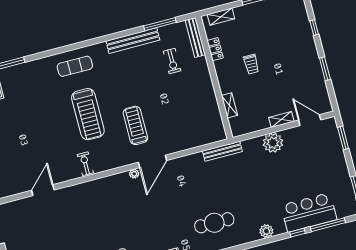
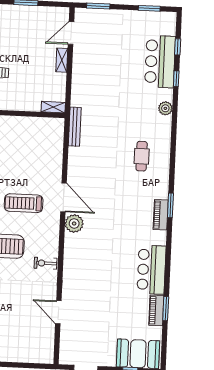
shelving: (229, 105) -> (53, 107), moved
plant: (273, 143) -> (82, 75), removed
plant: (134, 174) -> (74, 223), width x1.88, depth x1.88
cafe table: (214, 223) -> (142, 156), width x0.73, depth x0.74
window: (328, 225) -> (178, 47), width x0.46

